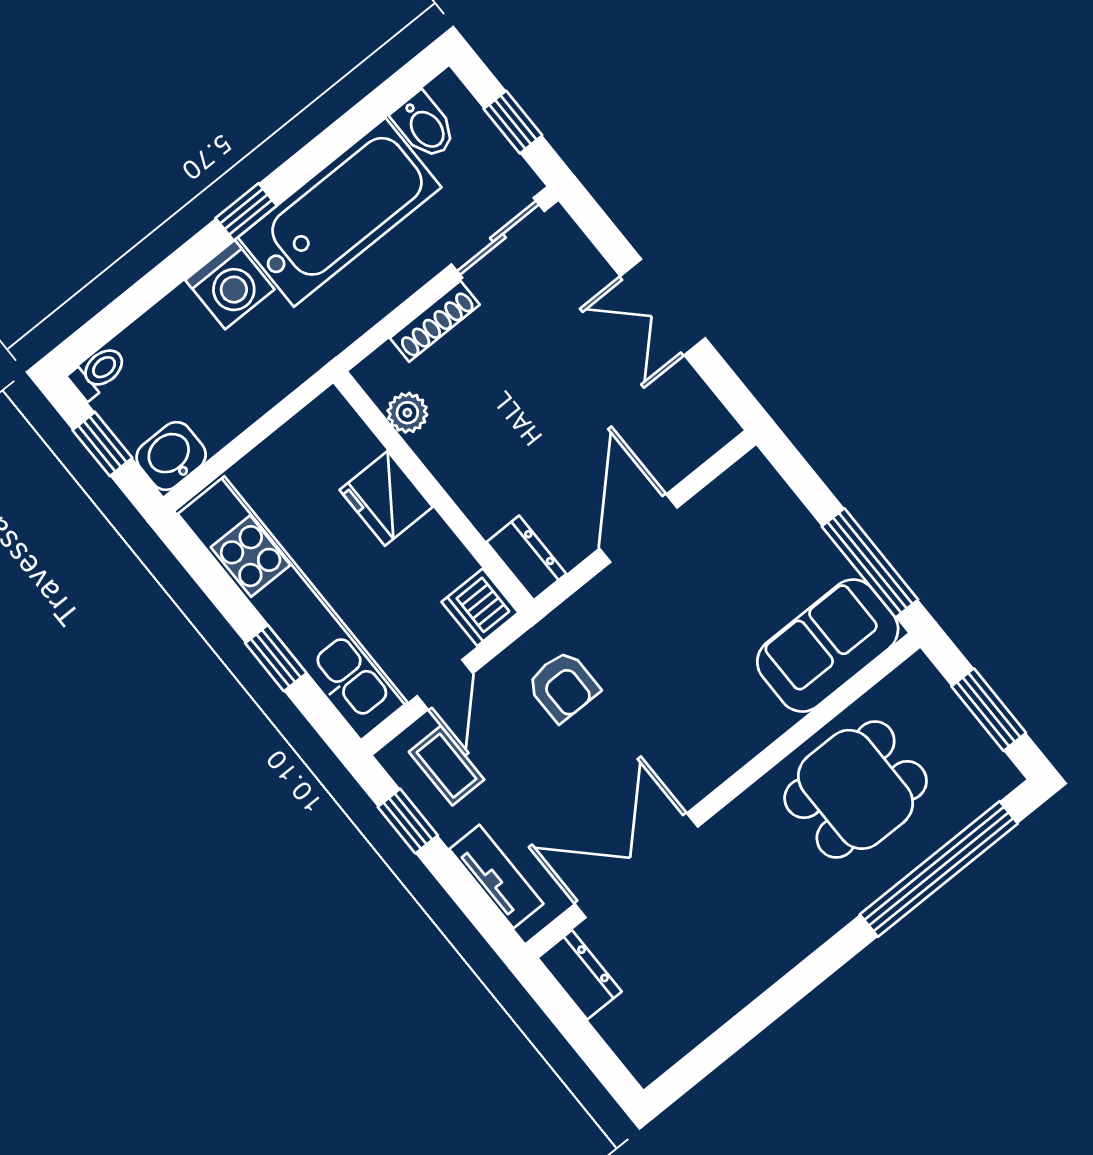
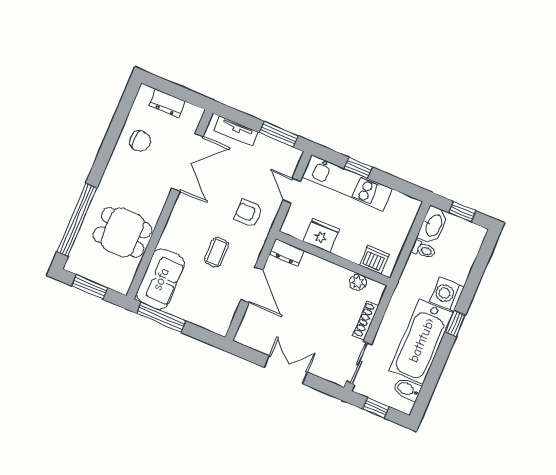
toilet: (98, 372) -> (423, 250), moved, turned -90
washbasin: (171, 456) -> (433, 225), width x1.38
fridge: (386, 498) -> (321, 235), moved
dishwasher: (480, 607) -> (374, 260), moved
kitchen unit: (293, 608) -> (347, 183), width x0.73
coffee table: (447, 766) -> (217, 252), moved, turned 90
dining table: (856, 789) -> (123, 232), turned 90
window: (408, 821) -> (279, 134), width x1.50
chair: (714, 966) -> (140, 141), added
dresser: (580, 975) -> (167, 104), moved

